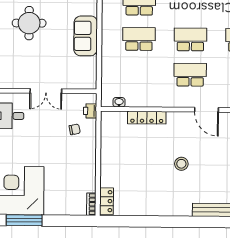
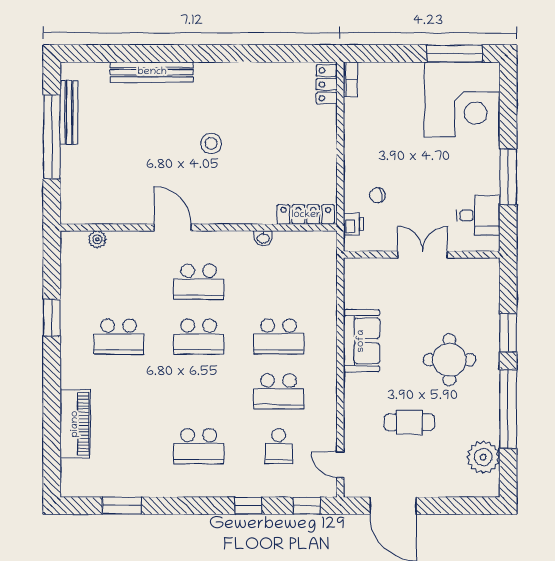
washbasin: (119, 102) -> (263, 238), moved
locker: (147, 118) -> (306, 215), moved

